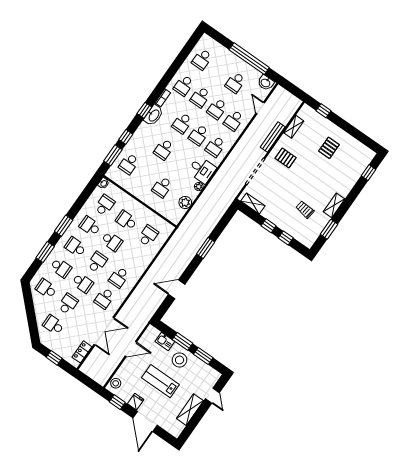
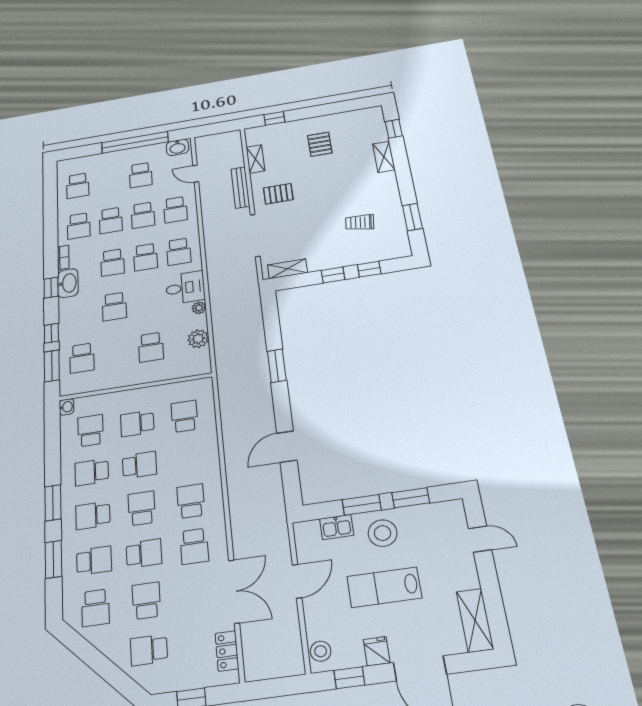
shelving: (334, 205) -> (384, 157), moved
school desk: (119, 277) -> (191, 501), turned 180
school desk: (46, 289) -> (95, 608), turned -90
shelving: (190, 410) -> (475, 620), moved

